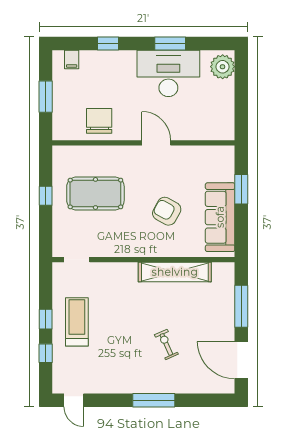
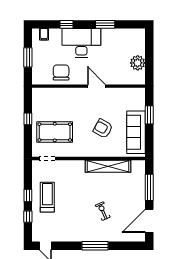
plant: (223, 67) -> (138, 63), moved
desk: (168, 73) -> (81, 43), moved
pool table: (95, 193) -> (55, 132), moved
door: (241, 360) -> (149, 221), hinge flipped

